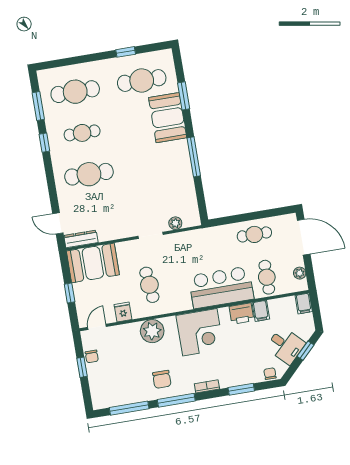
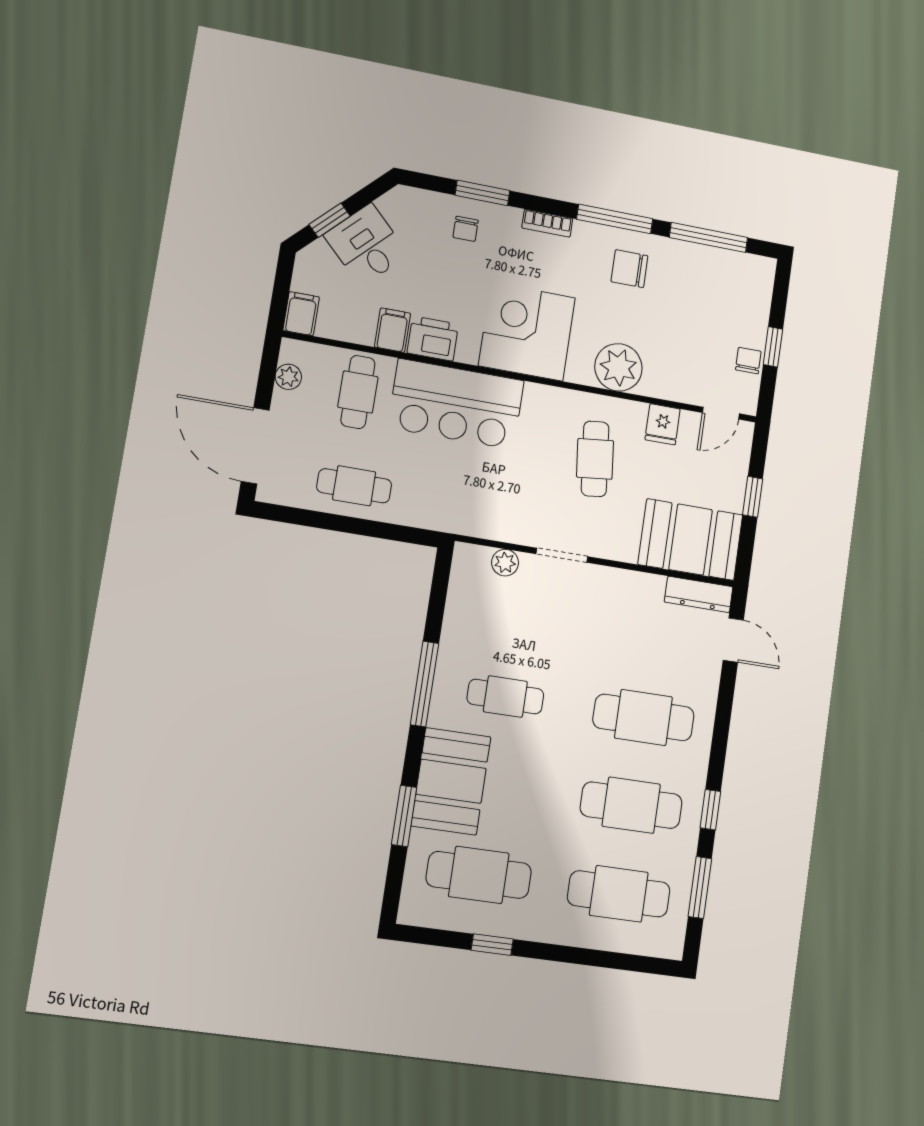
cafe table: (82, 133) -> (631, 805), width x1.37, depth x1.35
cafe table: (156, 163) -> (505, 697), added
chair: (270, 374) -> (466, 229), moved
chair: (162, 379) -> (629, 269), turned -90

